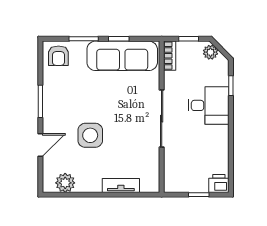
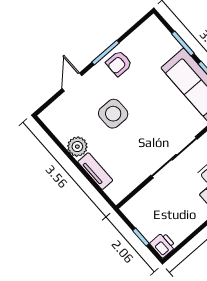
armchair: (58, 56) -> (119, 63), moved
door: (40, 145) -> (72, 82), swing flipped
plant: (65, 183) -> (77, 147), moved

